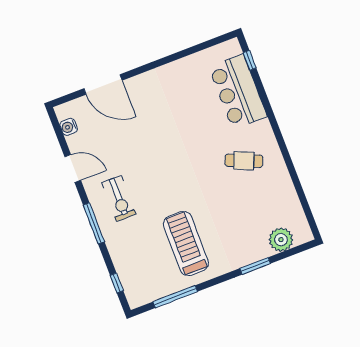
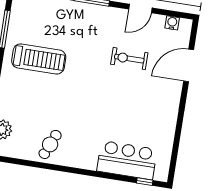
cafe table: (244, 161) -> (50, 144), moved
exercise bike: (119, 198) -> (129, 59), moved

